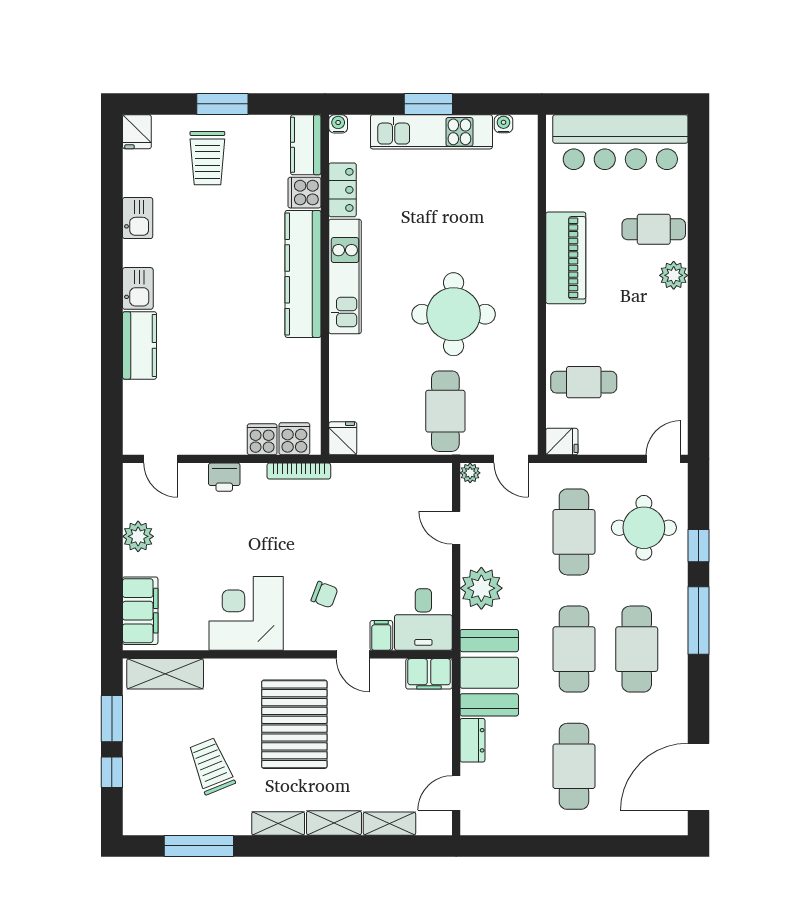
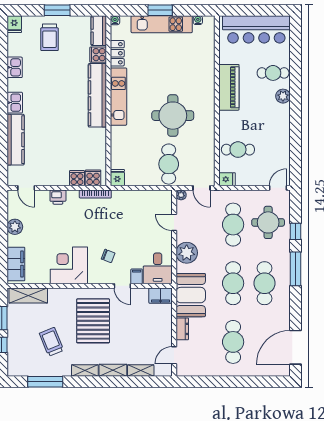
kitchen counter: (140, 345) -> (16, 140), width x1.50

